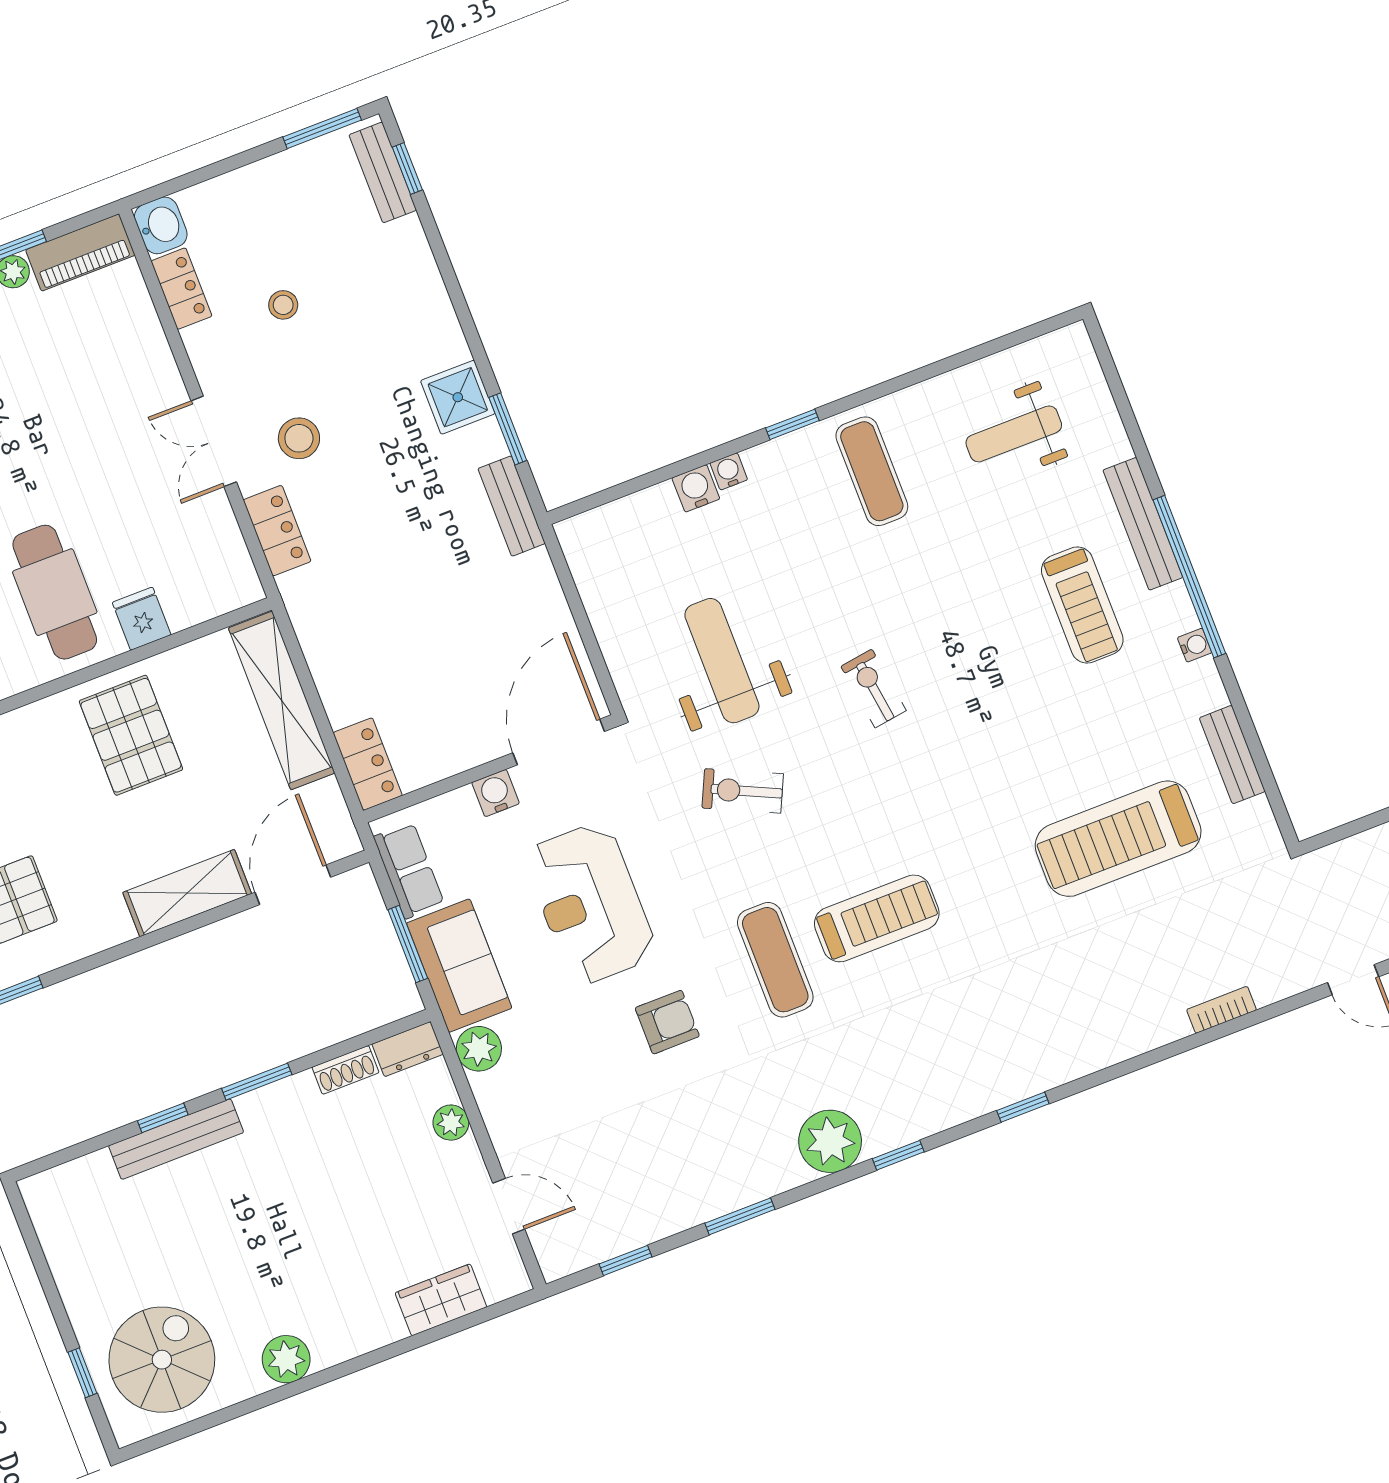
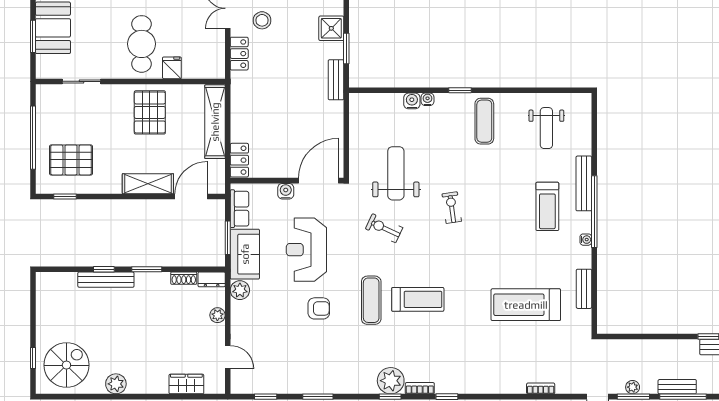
weight bench: (1014, 434) -> (546, 128), turned -90
bookcase: (956, 1112) -> (420, 388), added
plant: (830, 1141) -> (391, 381), moved

